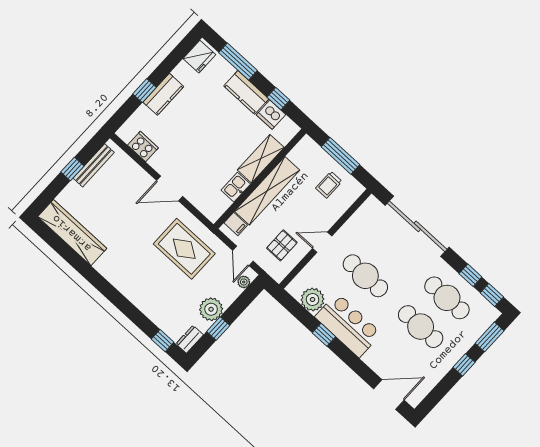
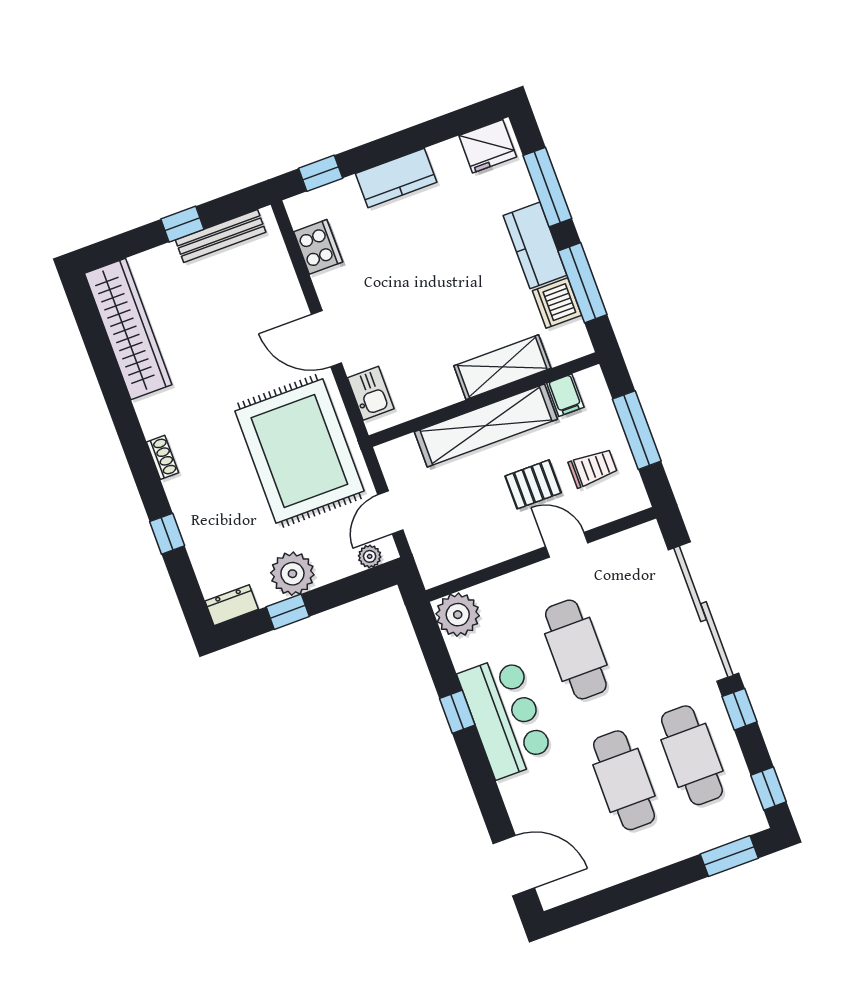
window: (144, 91) -> (321, 173), moved
window: (278, 99) -> (583, 283), width x2.17
trolley: (329, 185) -> (593, 468), turned 180
kitchen sink: (236, 187) -> (371, 393), moved, turned 90
filing cabinet: (236, 224) -> (565, 395), moved
door: (322, 242) -> (567, 545), moved
pallet: (282, 245) -> (533, 484), moved
rug: (184, 249) -> (299, 451), width x1.37, depth x1.44
window: (470, 275) -> (739, 709), moved
shoe rack: (120, 285) -> (163, 457), added
plant: (313, 299) -> (458, 615), moved
window: (163, 341) -> (167, 534), moved
window: (464, 365) -> (663, 880), removed

